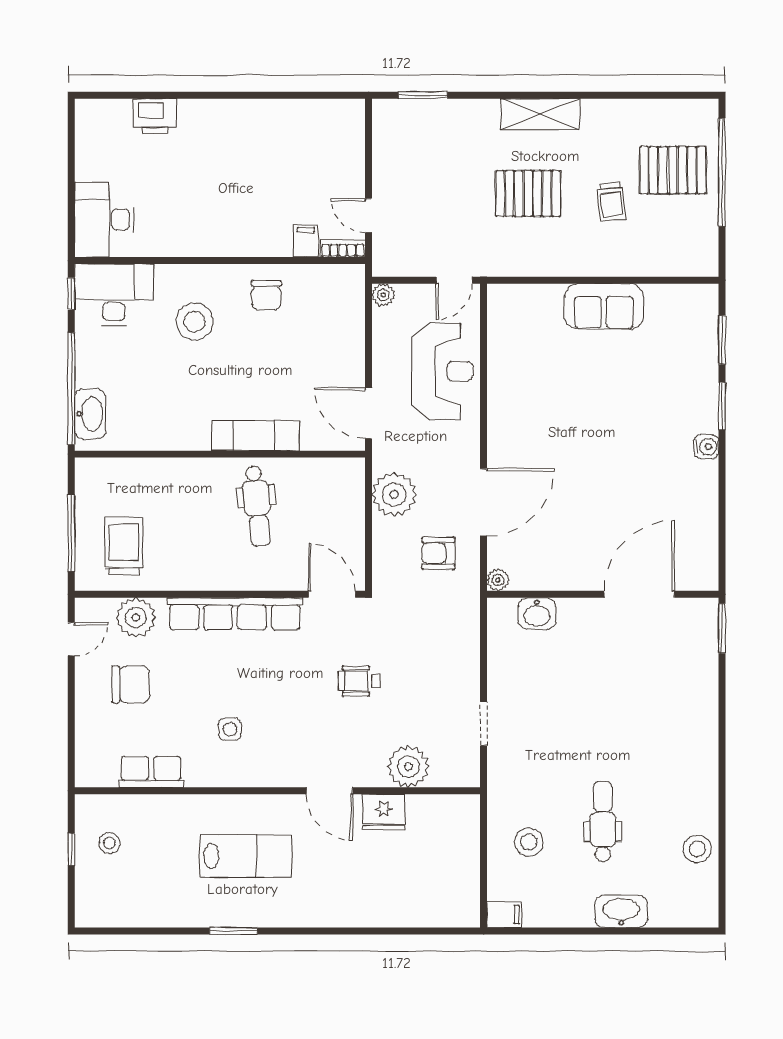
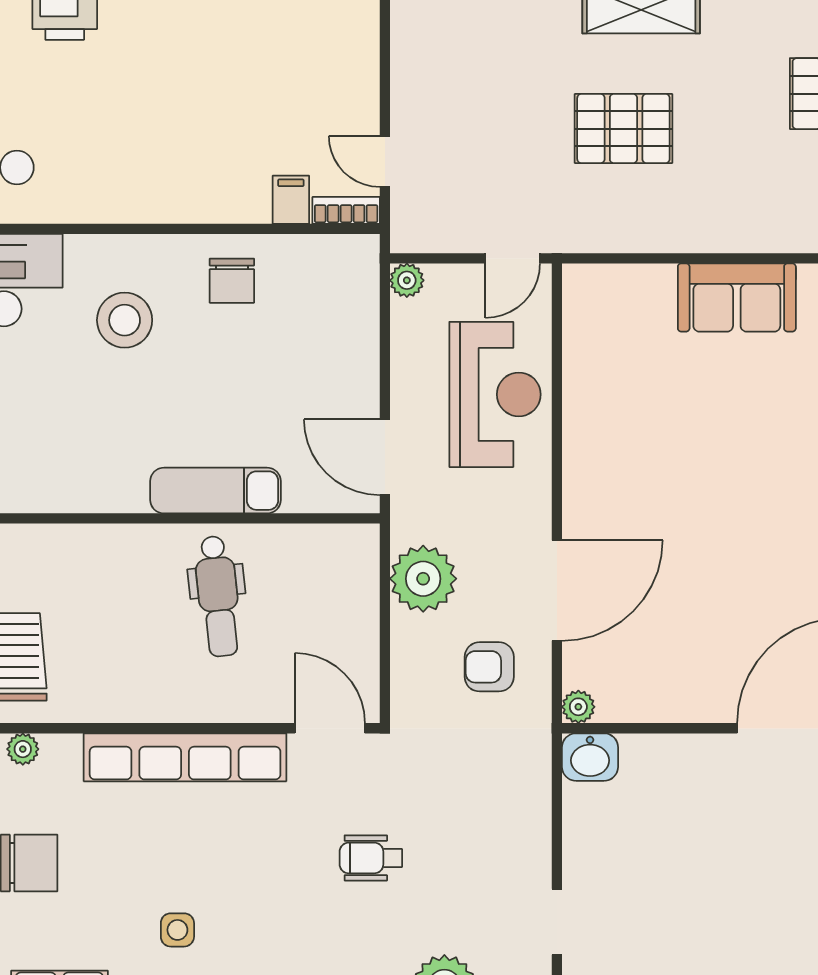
trolley: (612, 202) -> (748, 141), removed
washbasin: (537, 614) -> (590, 757), moved
plant: (136, 618) -> (23, 749), width x0.53, depth x0.53

